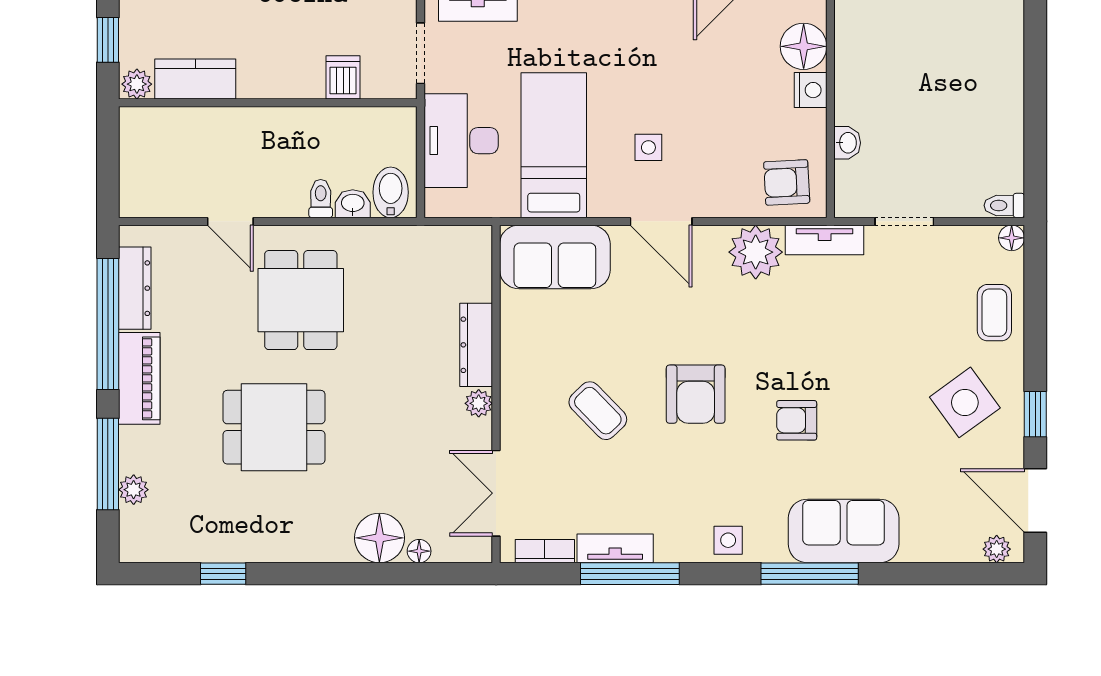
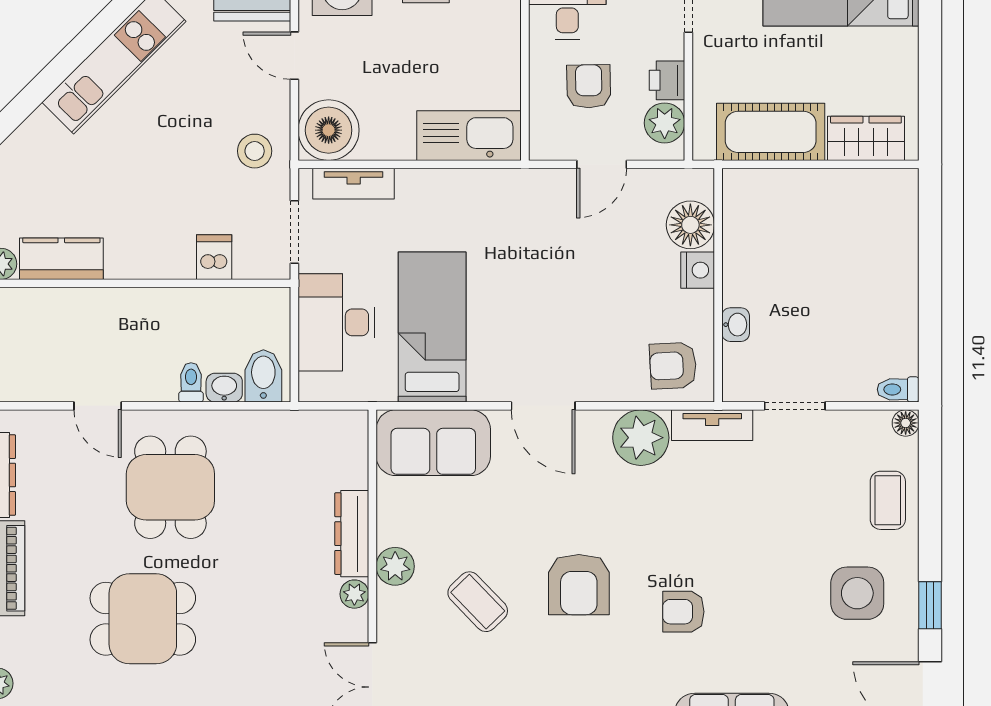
side table: (648, 147) -> (530, 329), removed
plant: (518, 376) -> (395, 566), added
side table: (965, 402) -> (857, 593), turned 36

